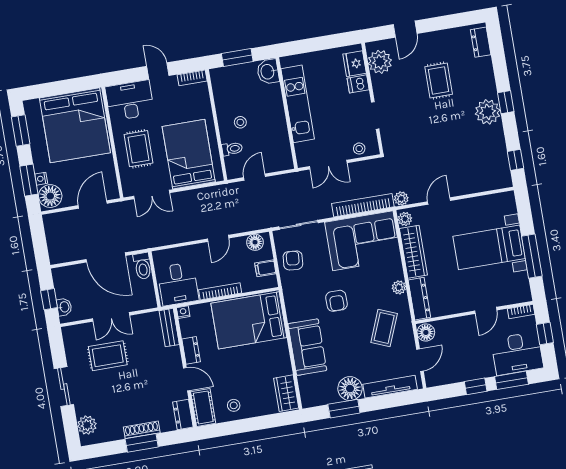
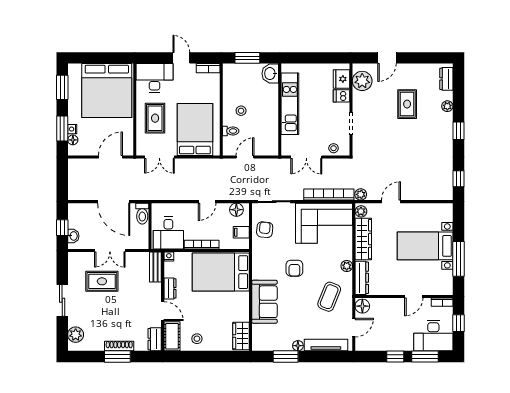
plant: (488, 112) -> (447, 106), moved, width x0.53, depth x0.53
floor lamp: (50, 196) -> (73, 140), width x0.53, depth x0.53
floor lamp: (350, 389) -> (298, 346), width x0.53, depth x0.53

